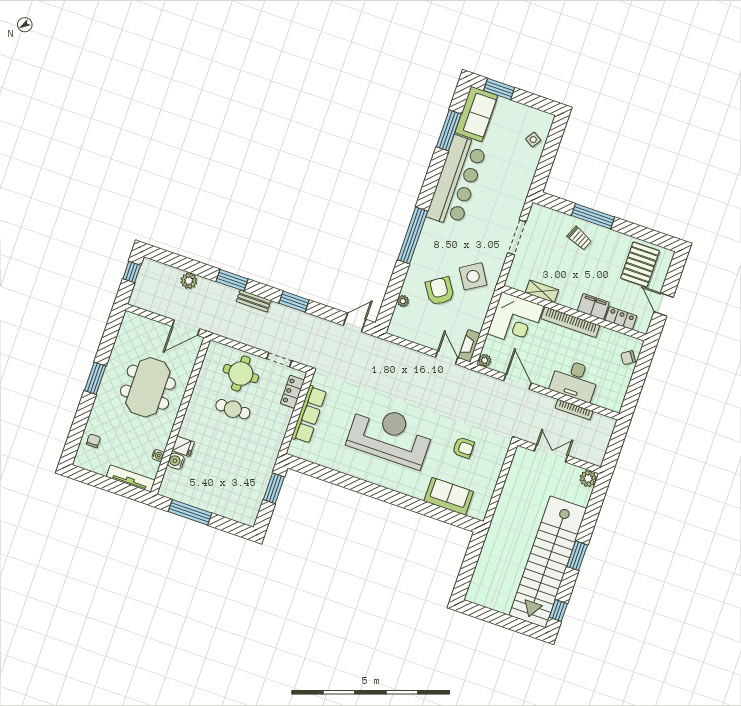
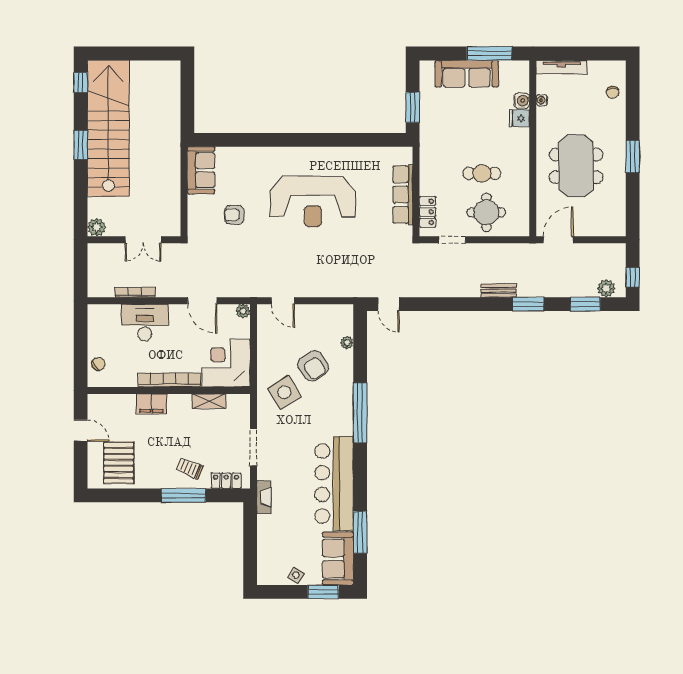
side table: (533, 140) -> (296, 575), moved
plant: (189, 281) -> (606, 288), moved
window: (294, 302) -> (585, 304), moved
locker: (621, 318) -> (226, 481), moved, turned 180
door: (355, 322) -> (389, 304), hinge flipped
fireplace: (469, 346) -> (264, 497), moved
sofa: (449, 496) -> (201, 170), moved, turned -90
sofa: (216, 501) -> (467, 74), added

